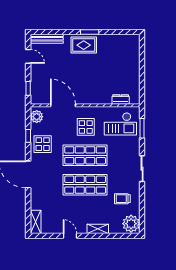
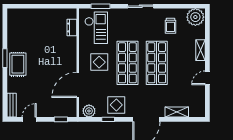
bench: (47, 39) -> (12, 105), width x0.73
shelving: (36, 222) -> (177, 112), moved

